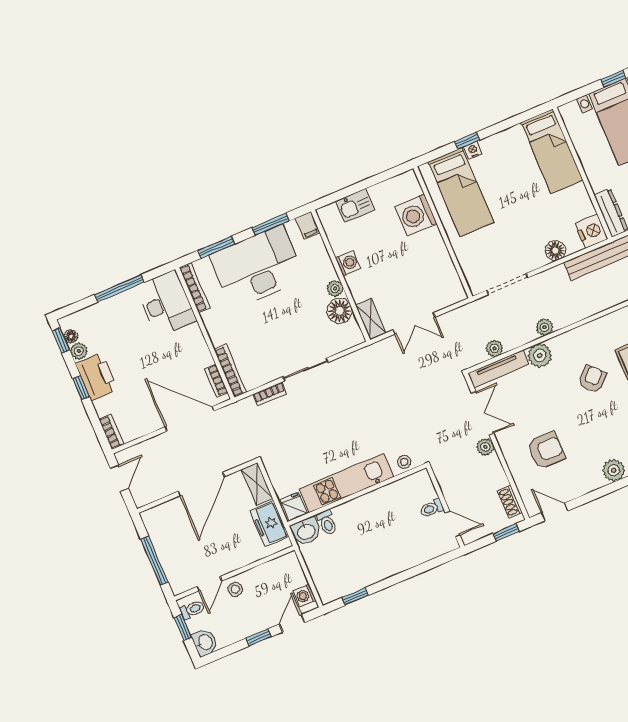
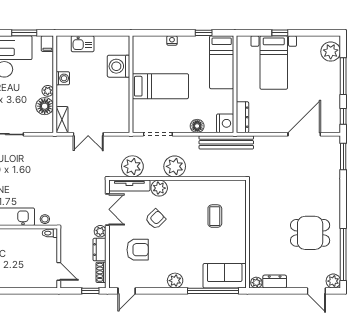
window: (467, 141) -> (204, 33), moved
bed: (461, 192) -> (160, 86), moved, turned -90
plant: (544, 327) -> (175, 166), width x1.87, depth x1.87
plant: (494, 348) -> (132, 166), width x1.87, depth x1.87
armchair: (592, 379) -> (155, 219), moved
dresser: (495, 472) -> (100, 250), added
toilet: (432, 508) -> (50, 233), moved
door: (555, 512) -> (127, 291), swing flipped

